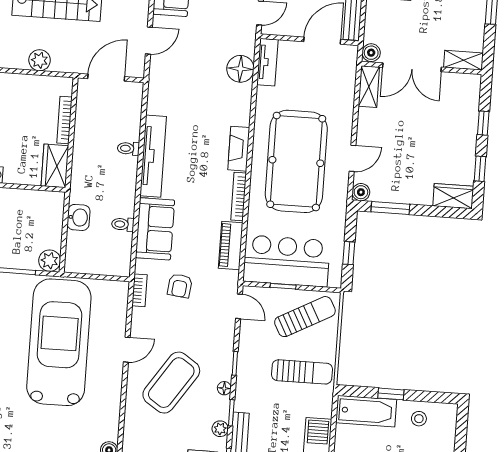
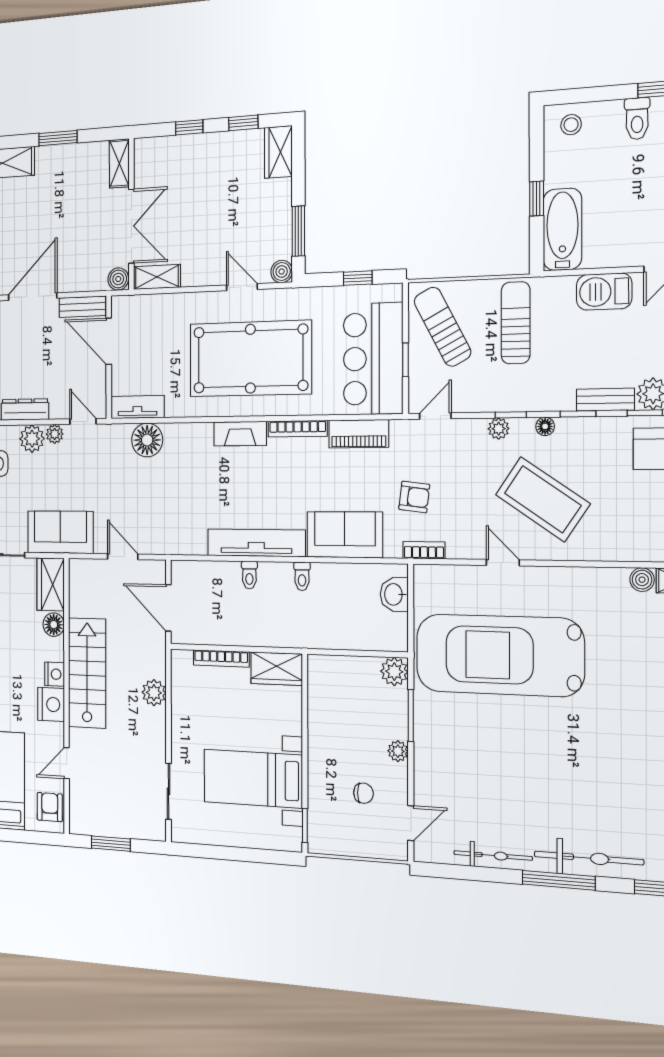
washbasin: (79, 217) -> (394, 594), moved, turned -90
toilet: (123, 224) -> (302, 576), moved
stool: (419, 419) -> (571, 125), moved
plant: (220, 429) -> (499, 429), moved

